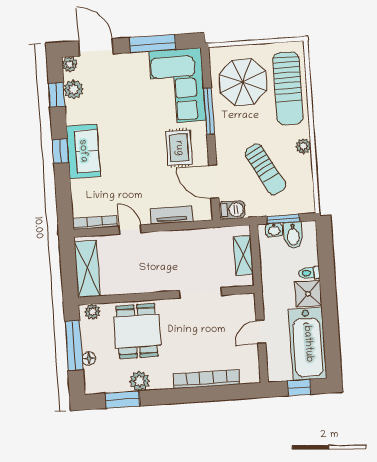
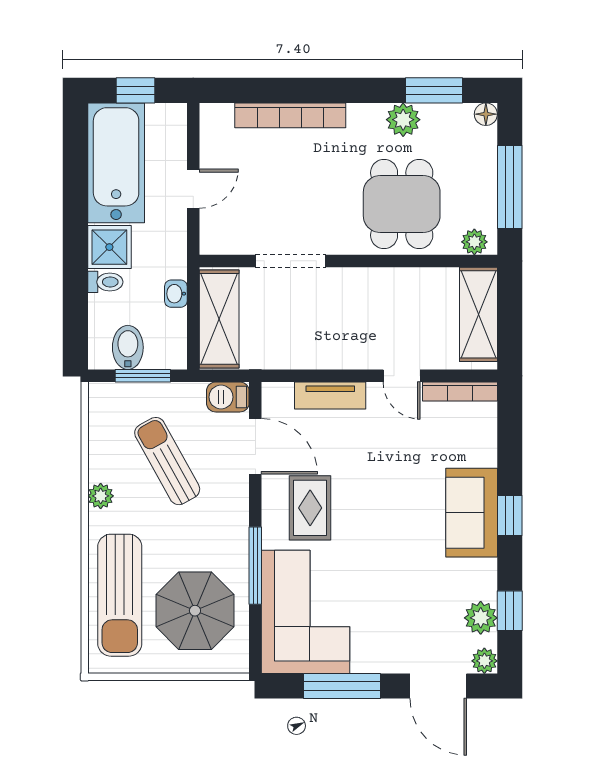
sun lounger: (288, 88) -> (120, 595), turned 180
washbasin: (274, 230) -> (176, 294), moved, turned -90
shelving: (243, 256) -> (219, 319), width x1.50, depth x1.33
floor lamp: (89, 359) -> (486, 114), moved

